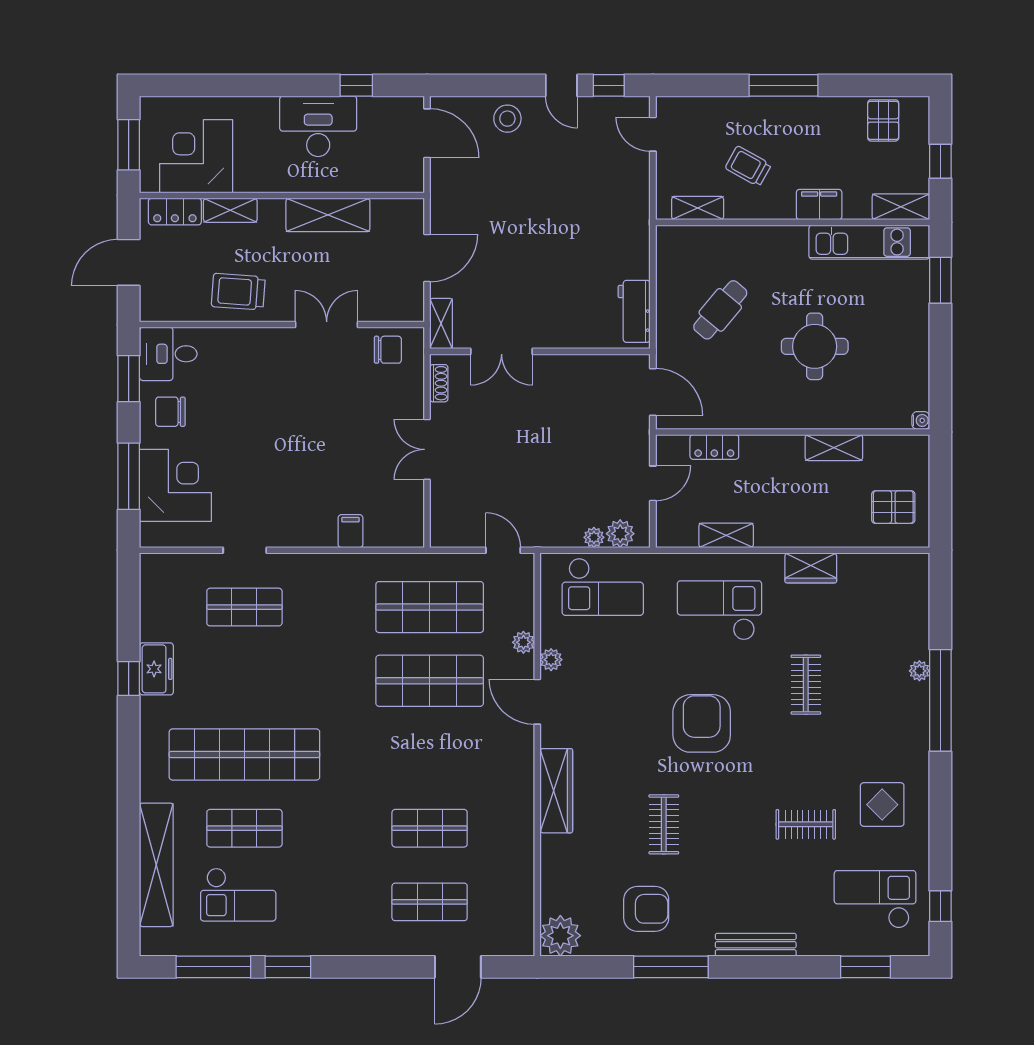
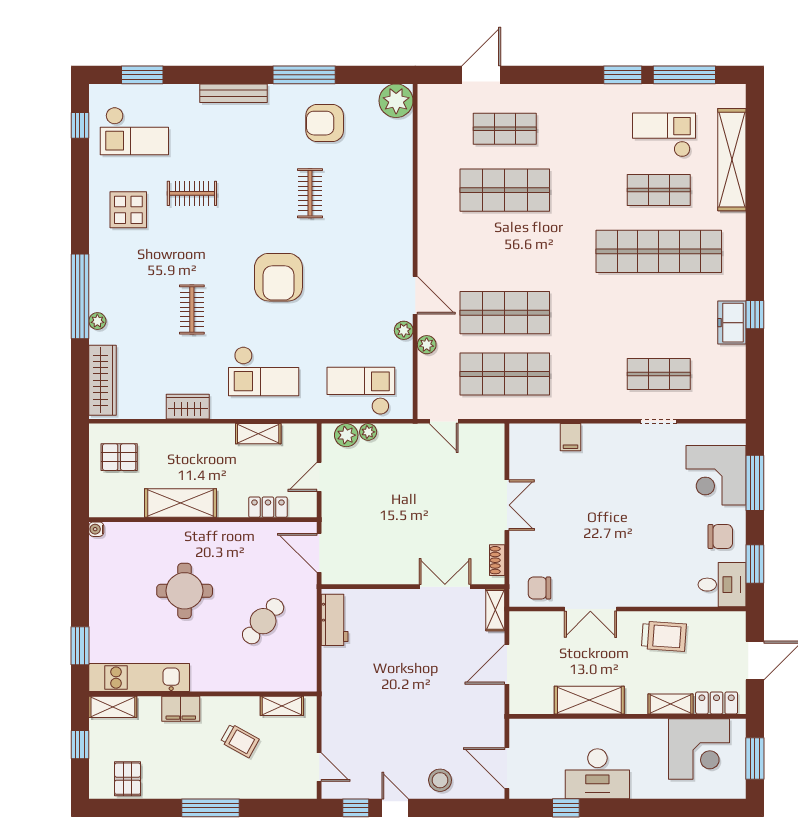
shelving: (834, 448) -> (180, 503), width x1.50, depth x1.33
wardrobe: (556, 791) -> (102, 380), moved, turned 180
shop shelf: (430, 828) -> (505, 190), width x1.43, depth x1.36

